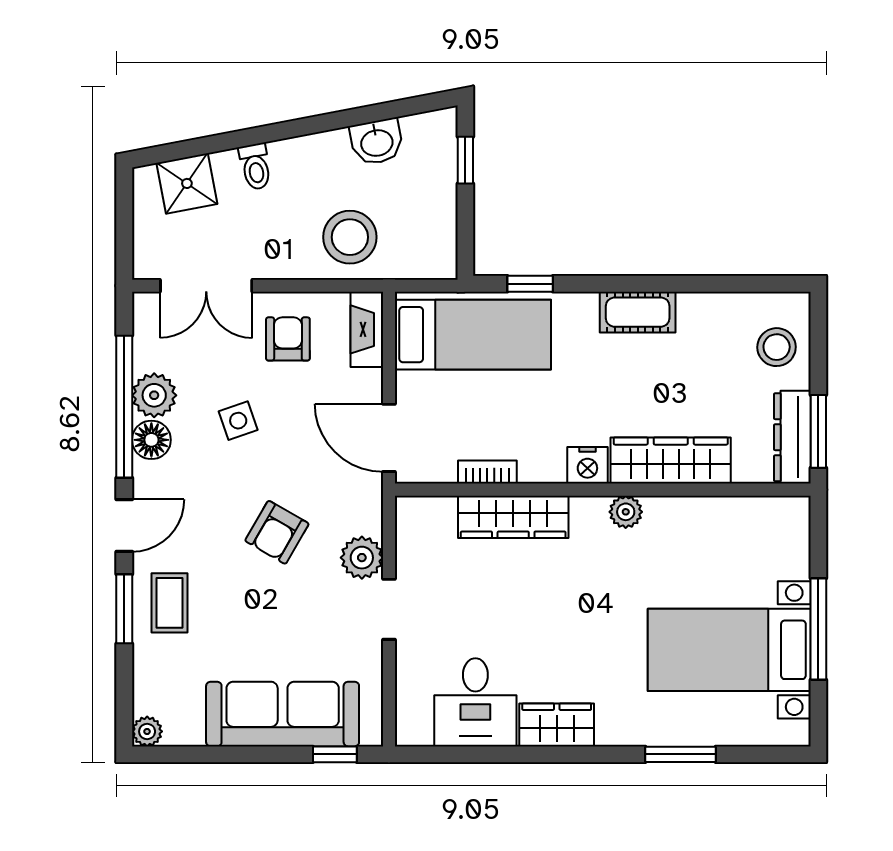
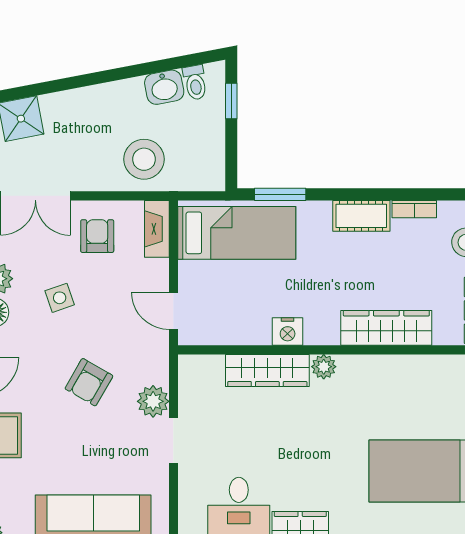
toilet: (255, 167) -> (195, 83), moved
window: (530, 284) -> (280, 194), width x1.50
door: (389, 438) -> (173, 311), width x0.73
nightstand: (587, 465) -> (288, 332), moved
bookcase: (487, 472) -> (414, 209), moved, turned 180
plant: (626, 512) -> (324, 367), moved

